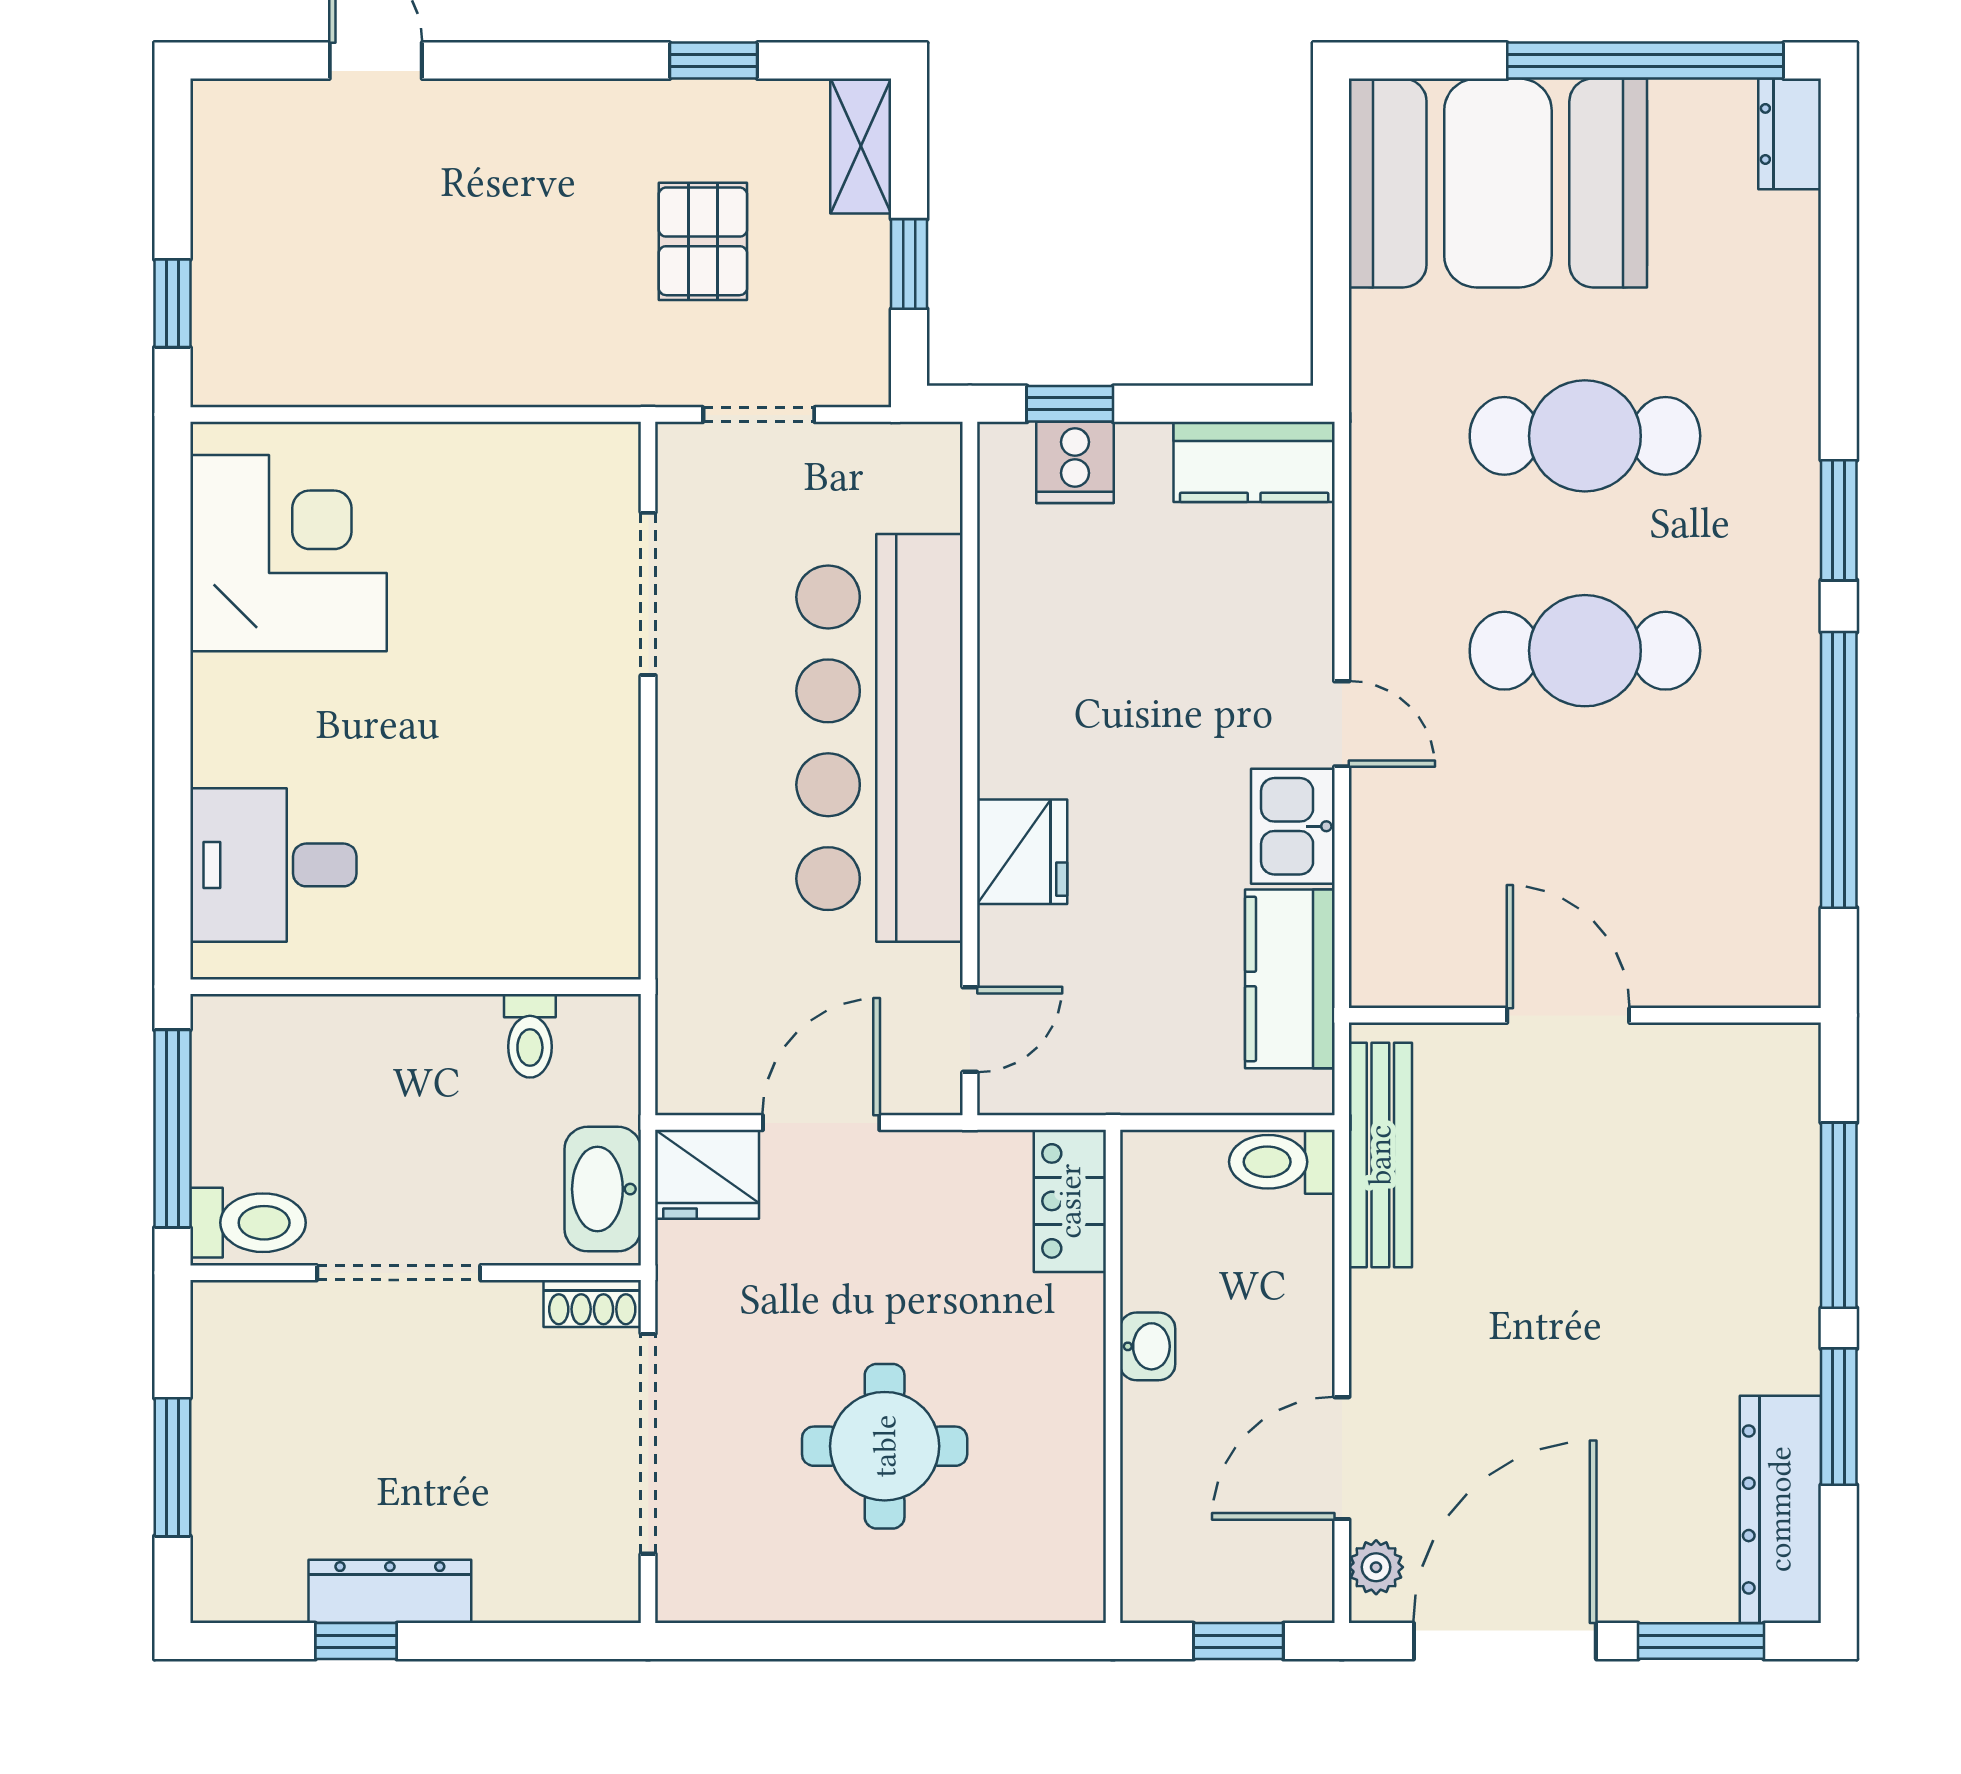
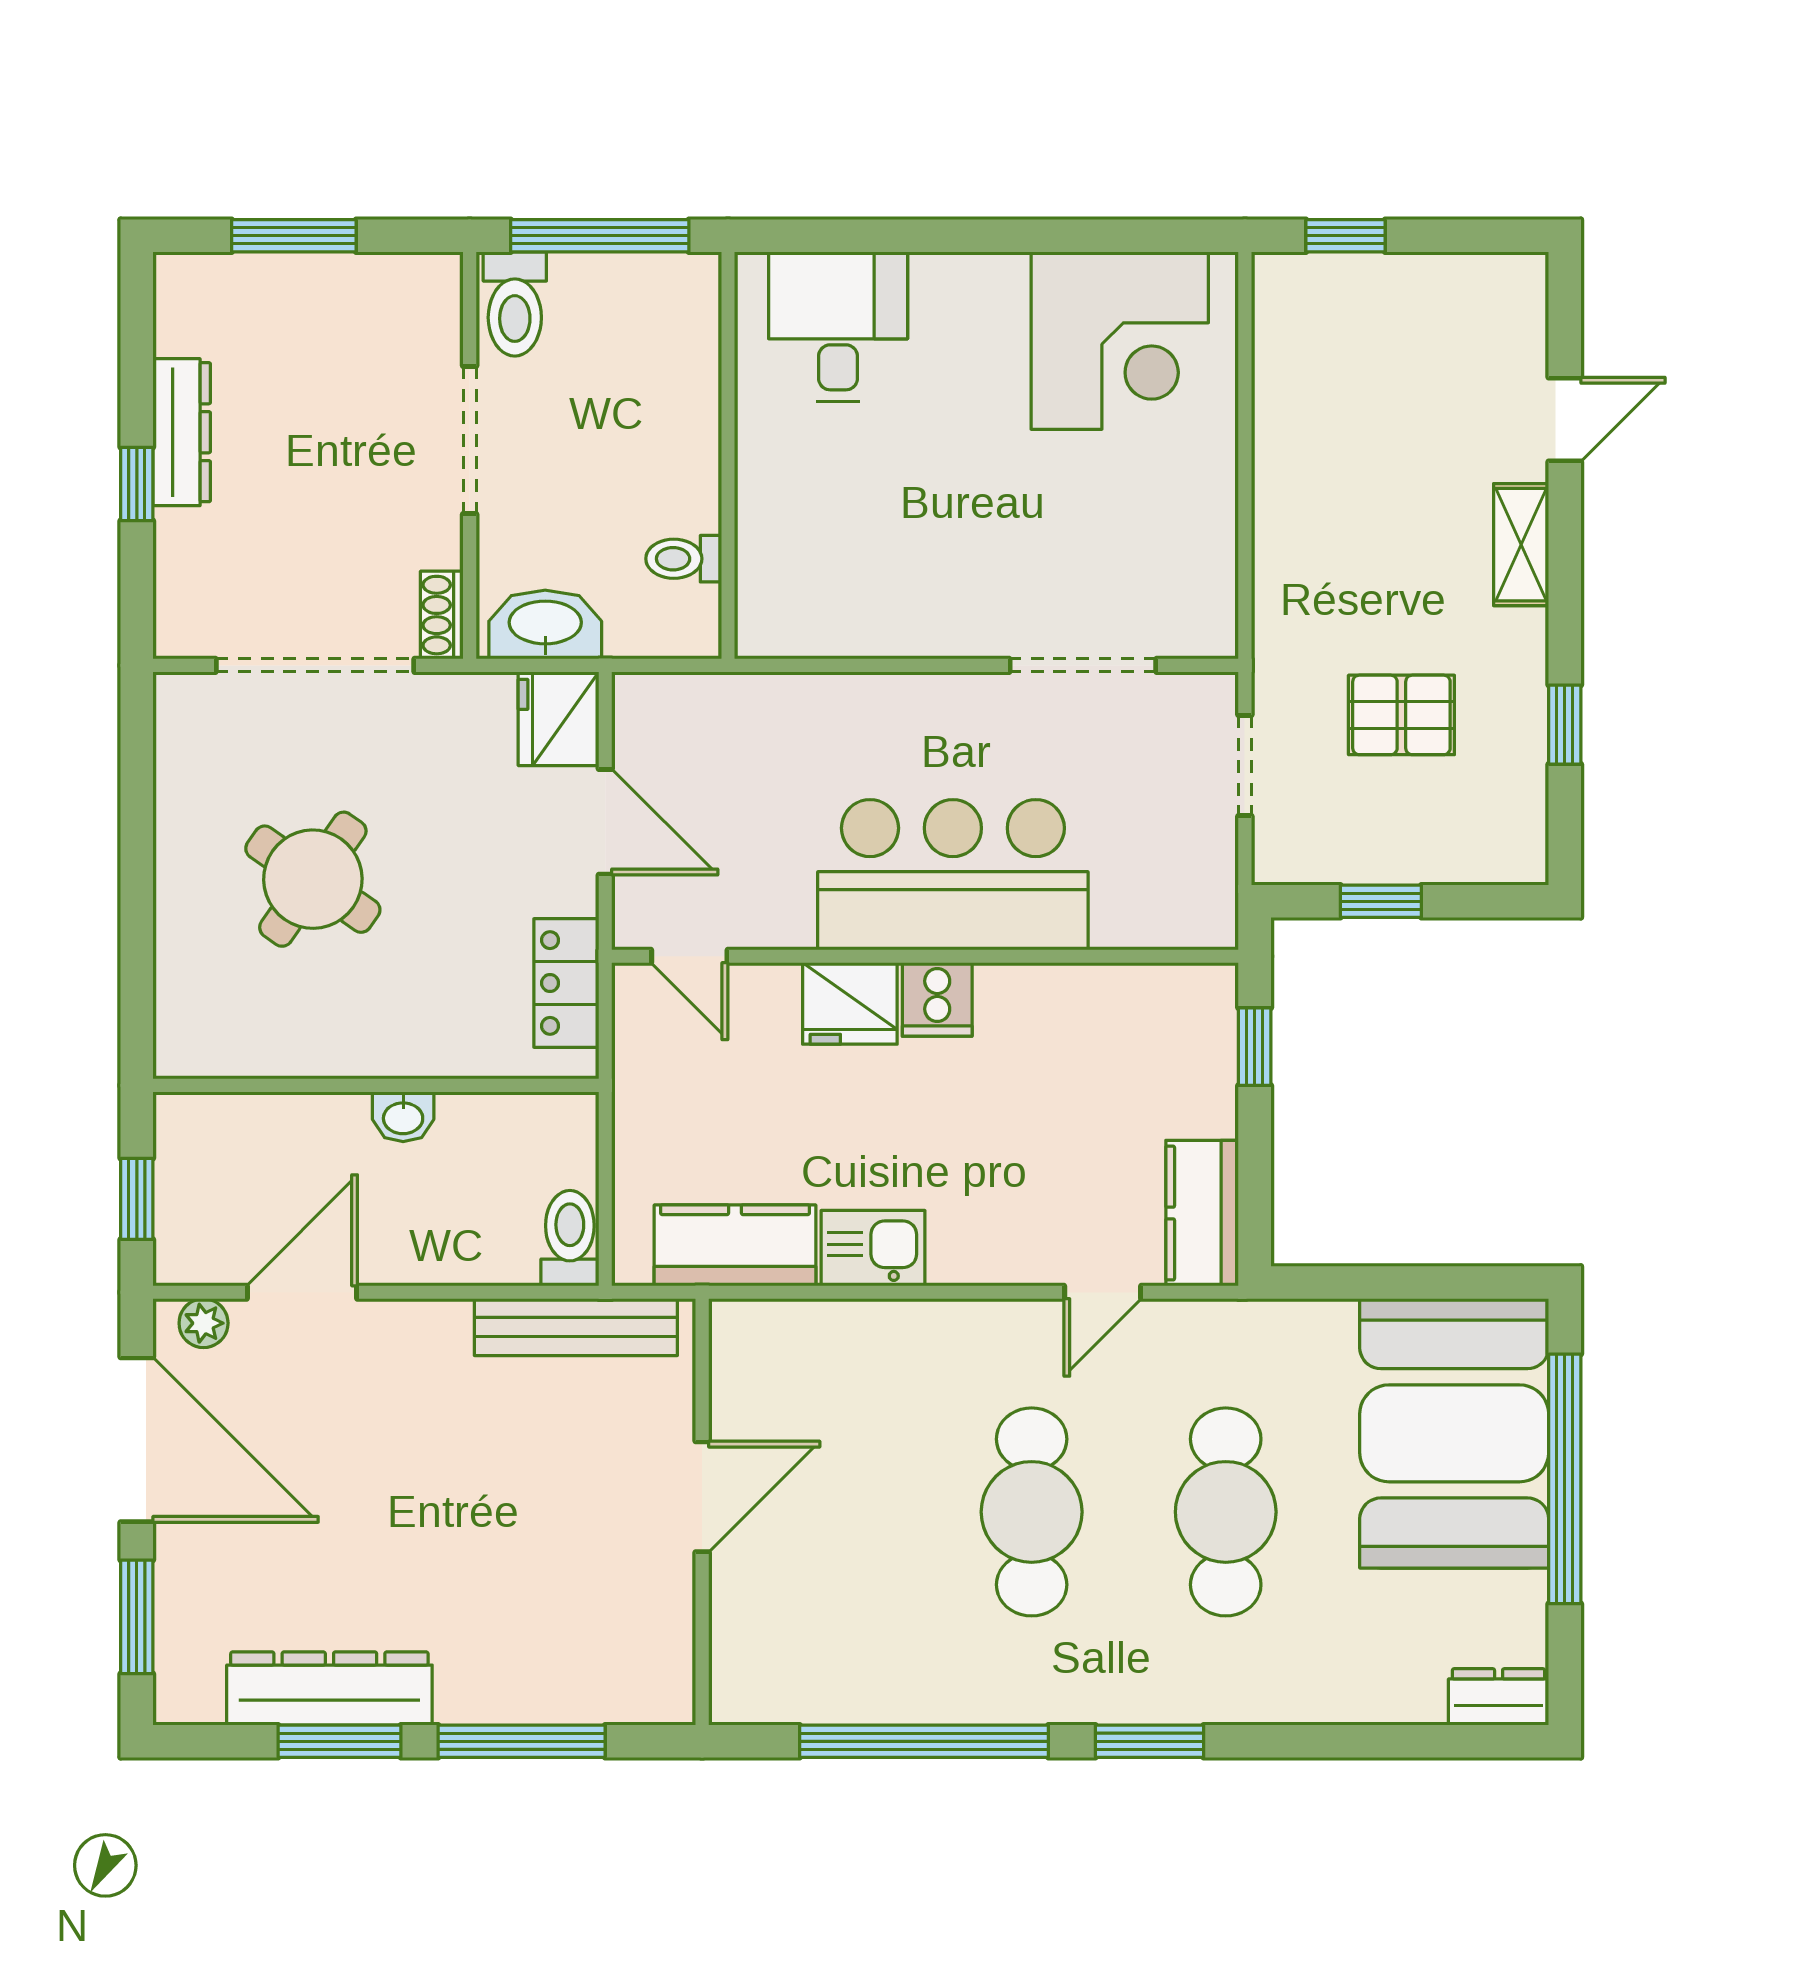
window: (1645, 61) -> (1565, 1479), moved
shelving: (861, 146) -> (1521, 545), moved, turned 90
cooker: (1075, 462) -> (937, 999), moved, turned -90
door: (1342, 724) -> (1103, 1292), moved
bar counter: (880, 738) -> (953, 875), width x0.73
locker: (1070, 1201) -> (566, 983), moved, turned -90
round table: (885, 1446) -> (313, 879), turned 35
door: (1342, 1458) -> (302, 1292), hinge flipped
dresser: (1780, 1509) -> (329, 1688), moved
window: (356, 1641) -> (137, 484), moved

